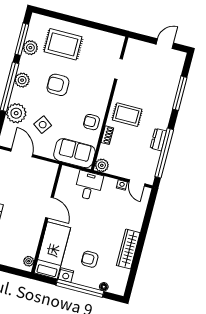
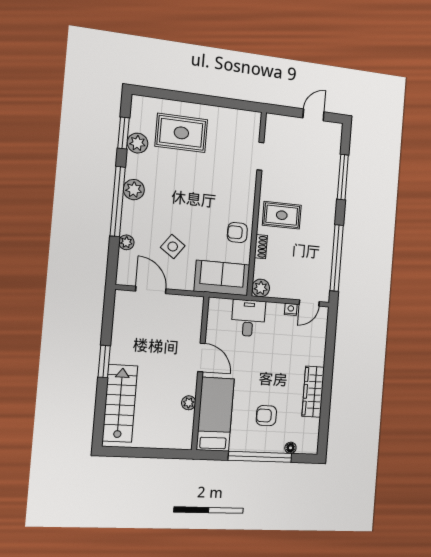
window: (22, 39) -> (124, 133), width x0.69
armchair: (58, 85) -> (184, 189), removed
plant: (16, 113) -> (126, 242), width x0.53, depth x0.53
dresser: (158, 140) -> (327, 242), removed
door: (137, 183) -> (309, 303), hinge flipped
plant: (29, 261) -> (189, 403), moved
nightstand: (66, 275) -> (239, 443), removed

